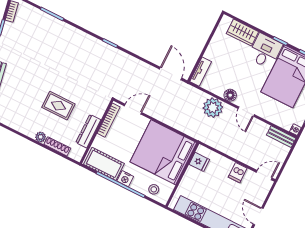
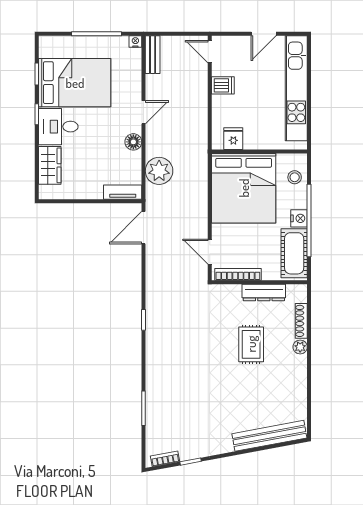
plant: (213, 108) -> (159, 171), moved

